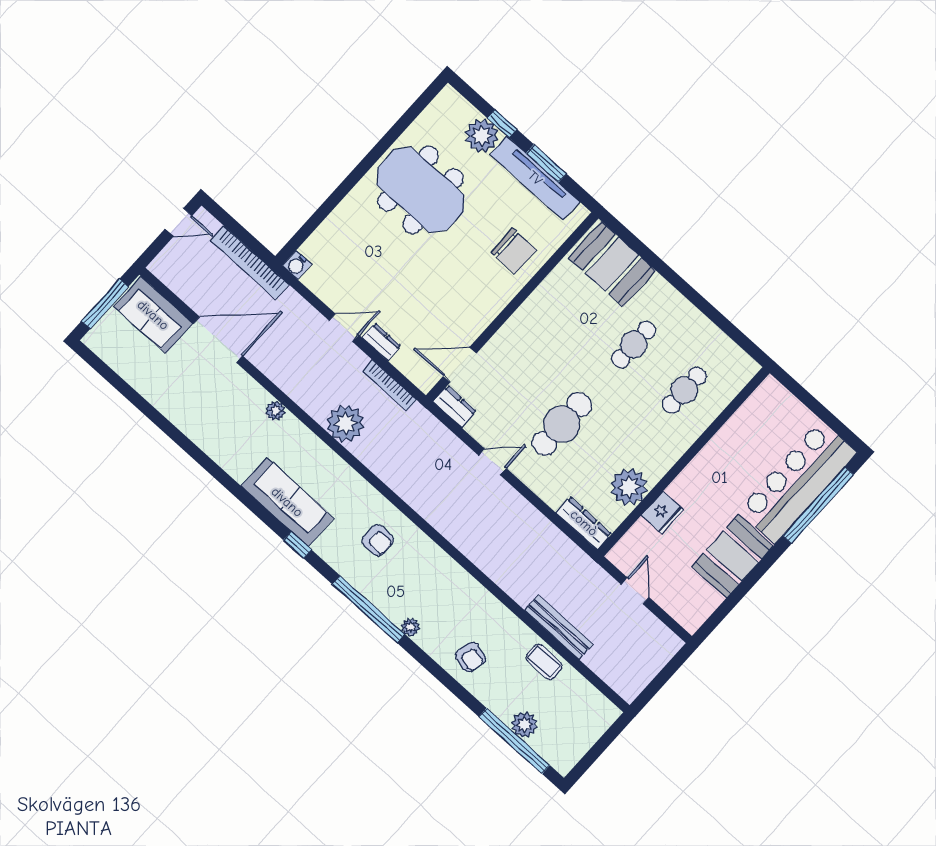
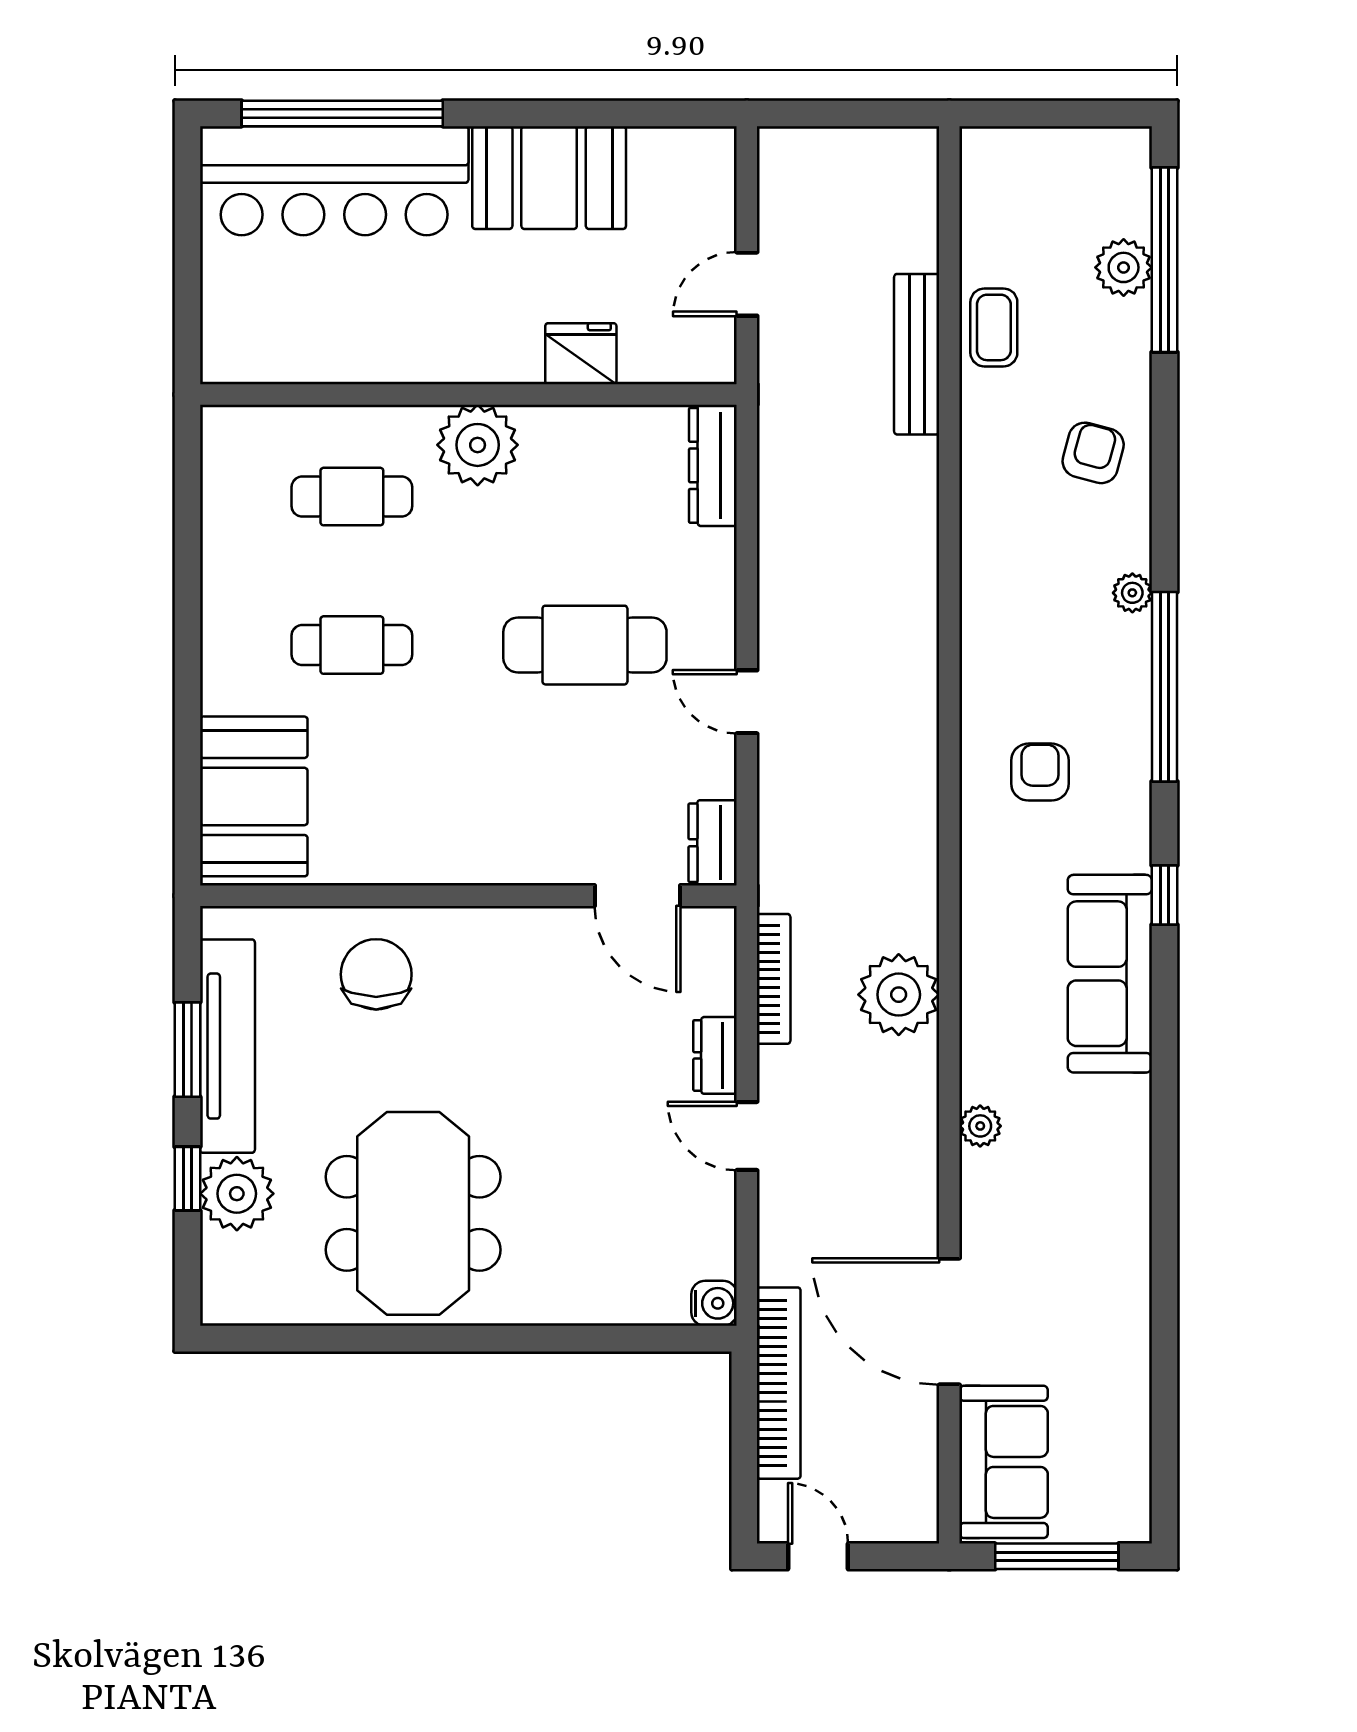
plant: (629, 487) -> (478, 445), moved

